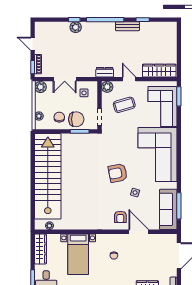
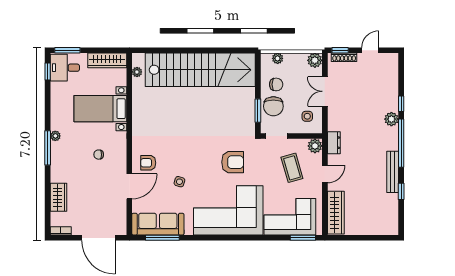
bench: (127, 26) -> (393, 172), width x1.36
plant: (76, 27) -> (391, 119), moved
armchair: (118, 173) -> (233, 162), moved, turned 101

